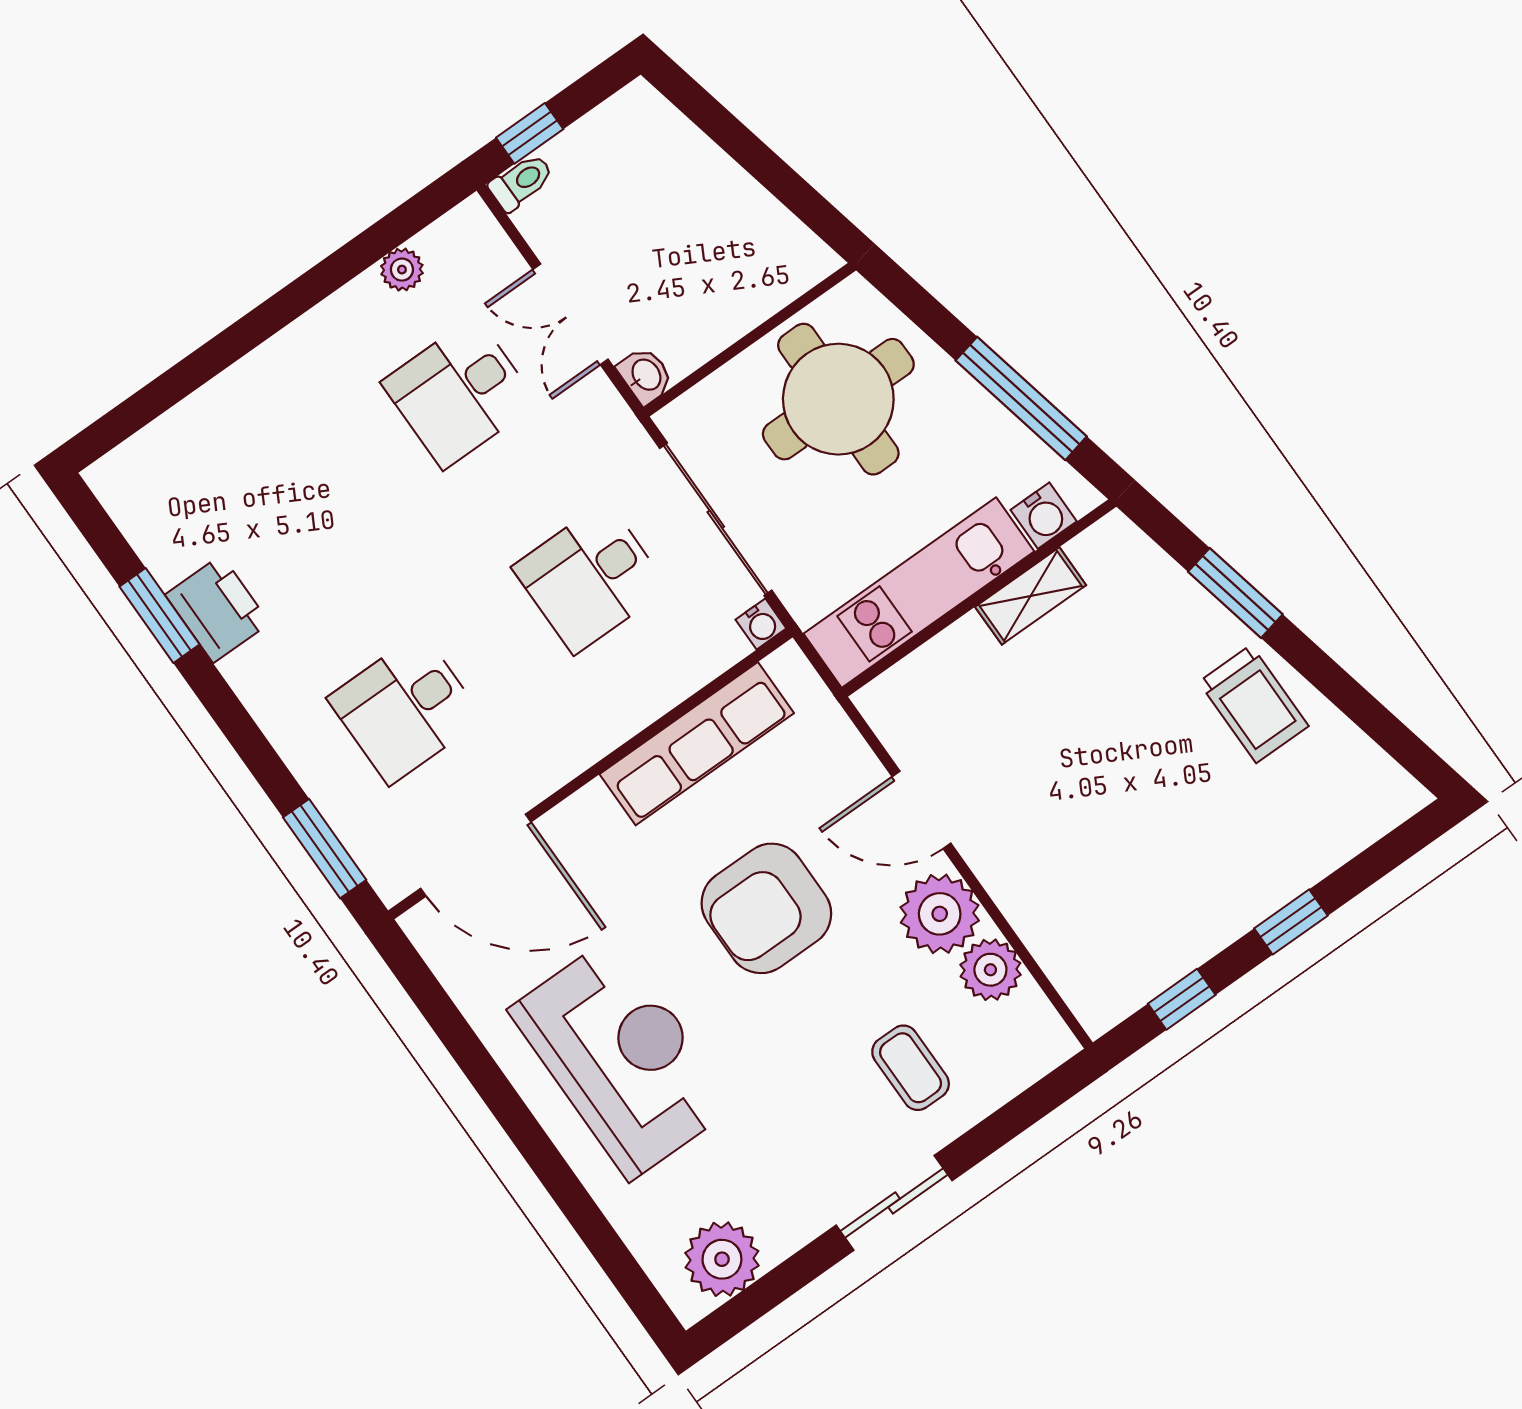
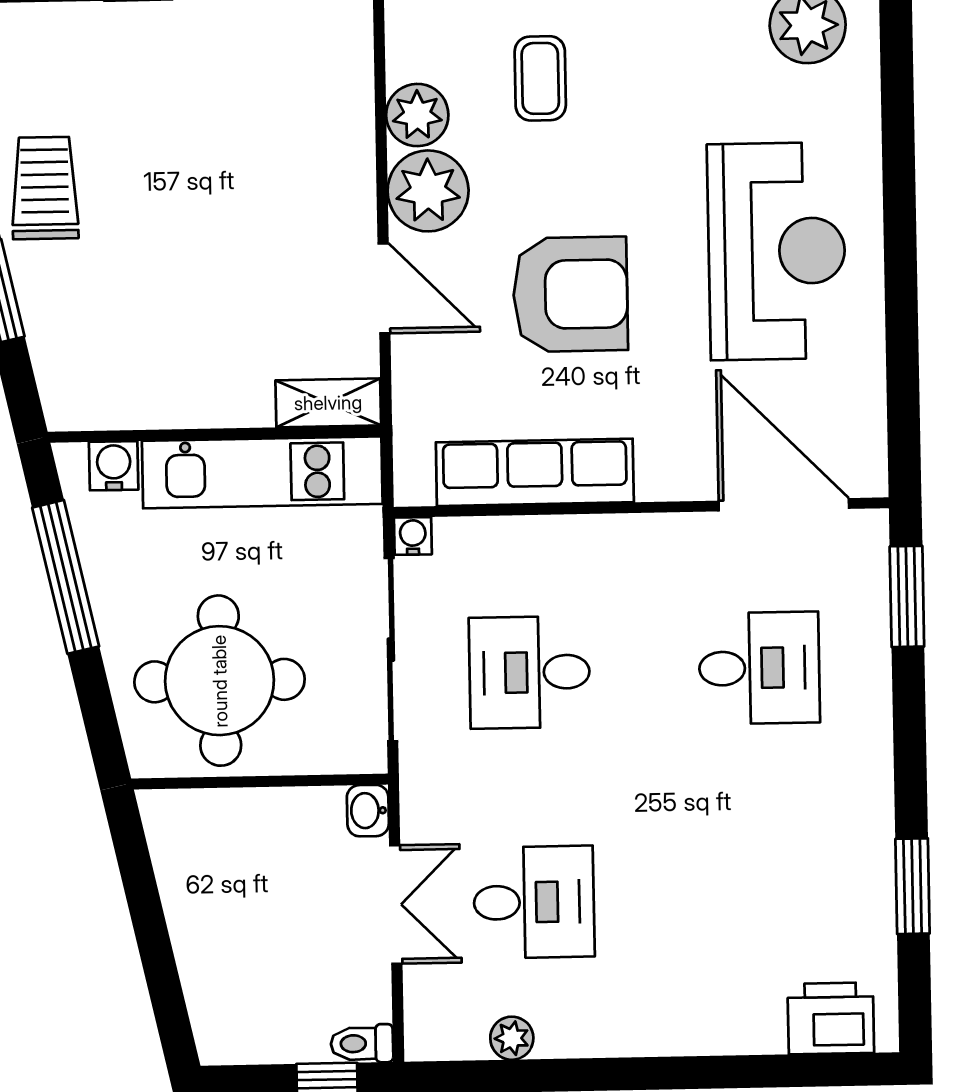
desk: (590, 578) -> (529, 672), turned 180
shelving: (1031, 596) -> (328, 403), moved
printer: (217, 609) -> (831, 1018), moved, turned 90
reception desk: (622, 1058) -> (777, 251), turned 180

